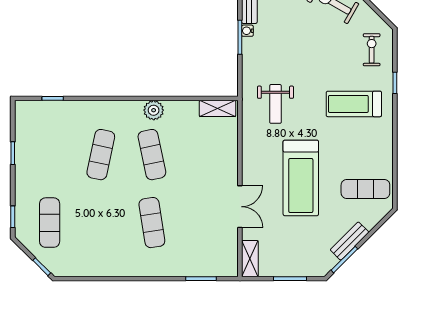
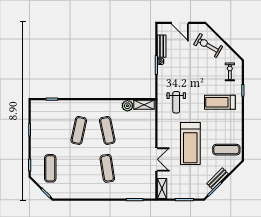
plant: (154, 110) -> (127, 106), moved

